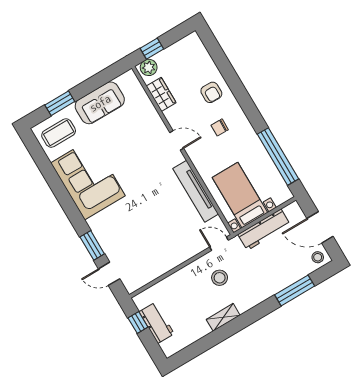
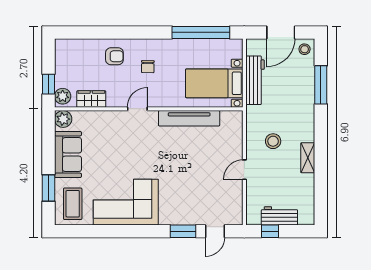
plant: (129, 80) -> (63, 119), added
door: (219, 244) -> (244, 170), moved

